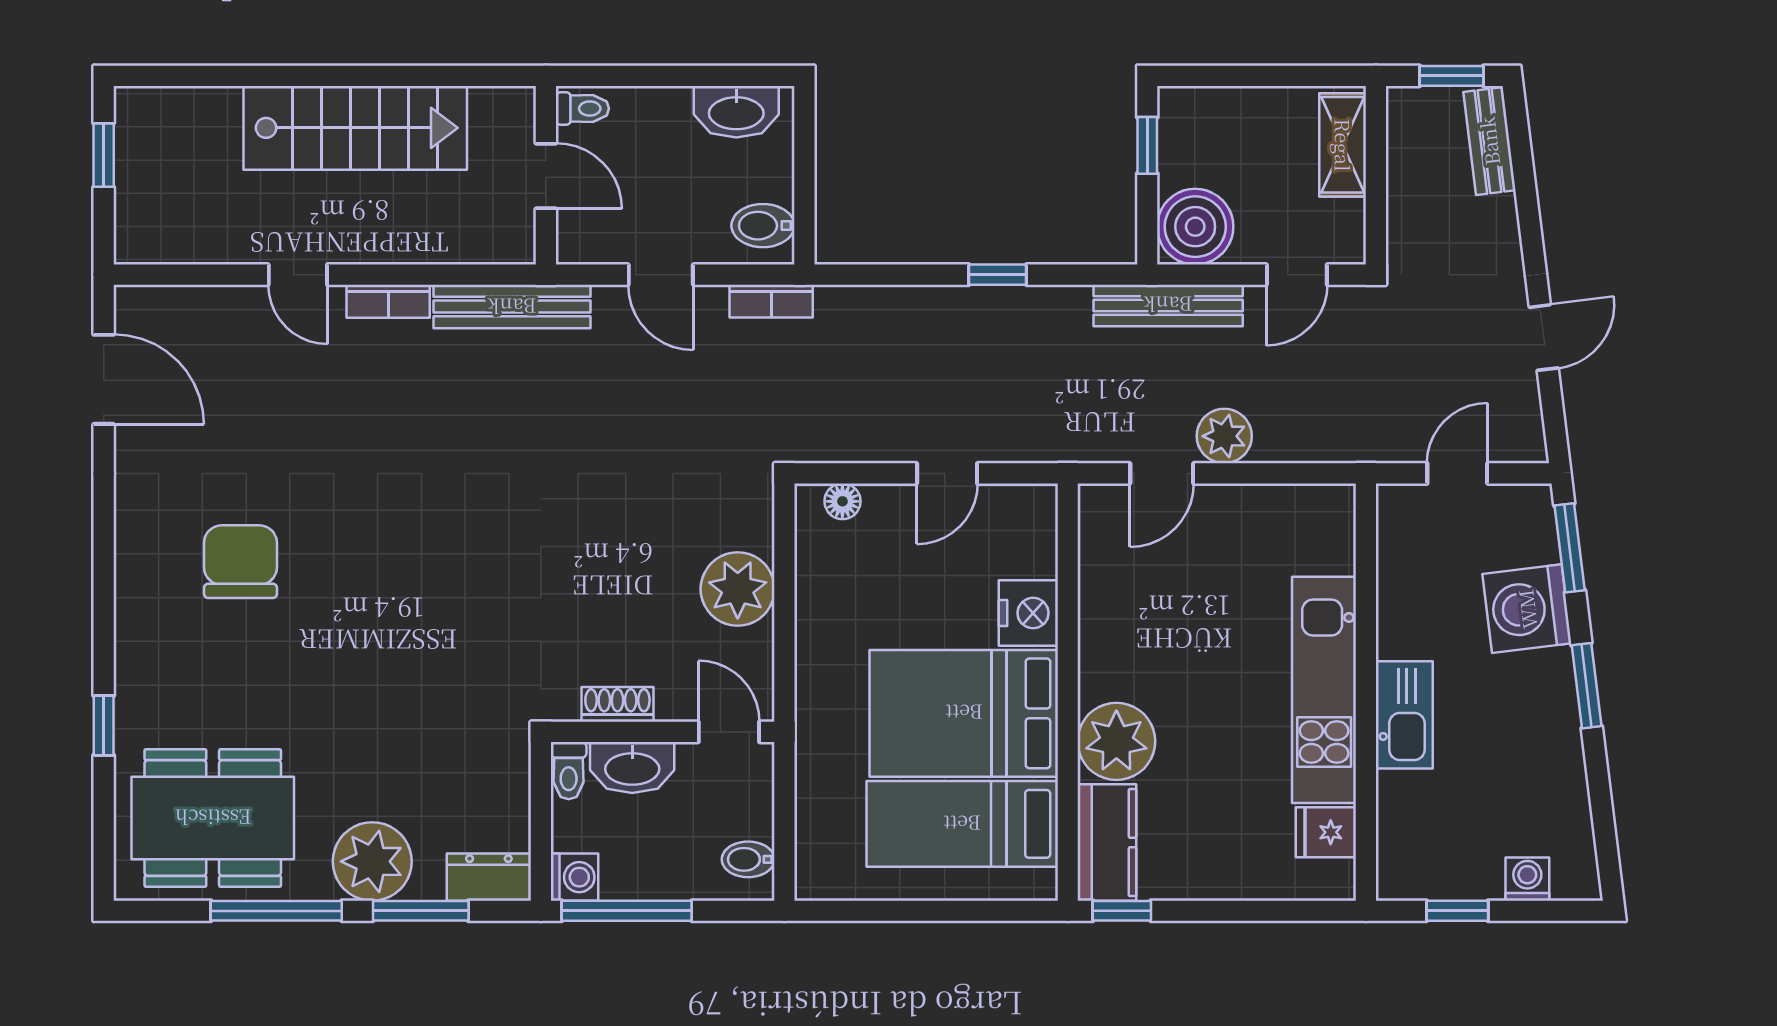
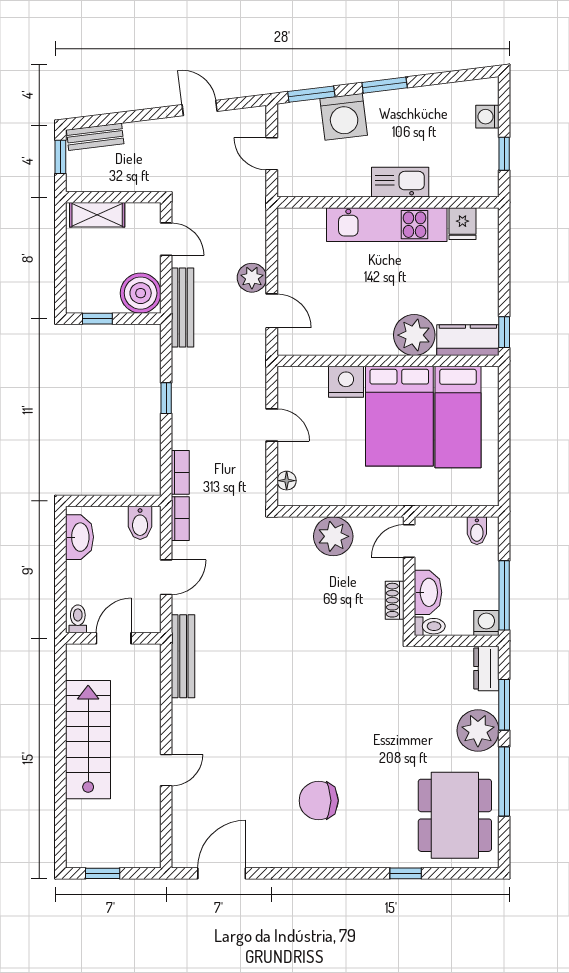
bookcase: (388, 301) -> (180, 472), moved

